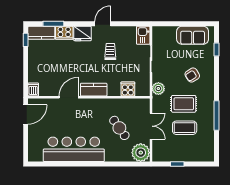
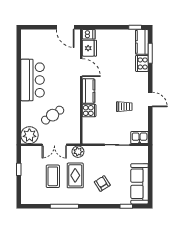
fridge: (82, 34) -> (89, 48), moved, turned 180
sofa: (193, 35) -> (140, 184), width x1.36
cooker: (128, 89) -> (89, 111), moved
plant: (158, 89) -> (78, 152), moved
bar counter: (74, 149) -> (33, 80), width x0.73

